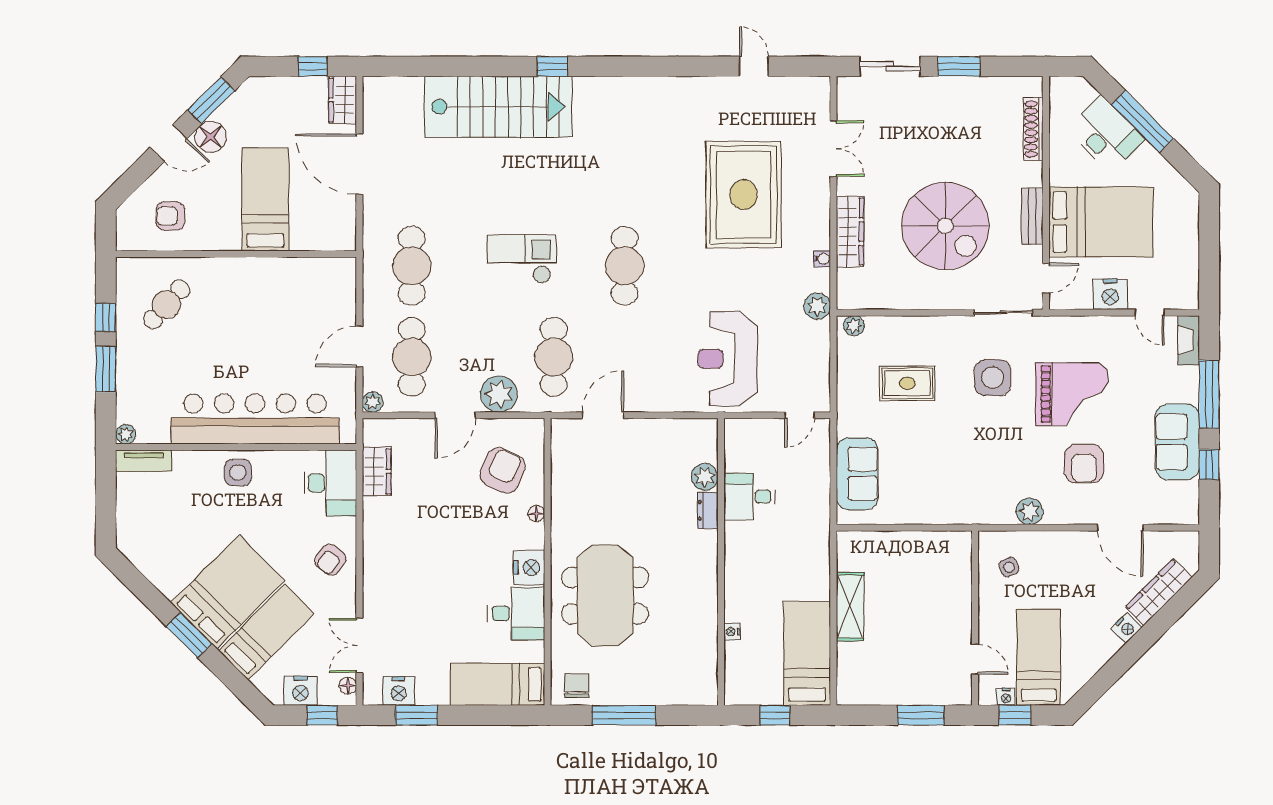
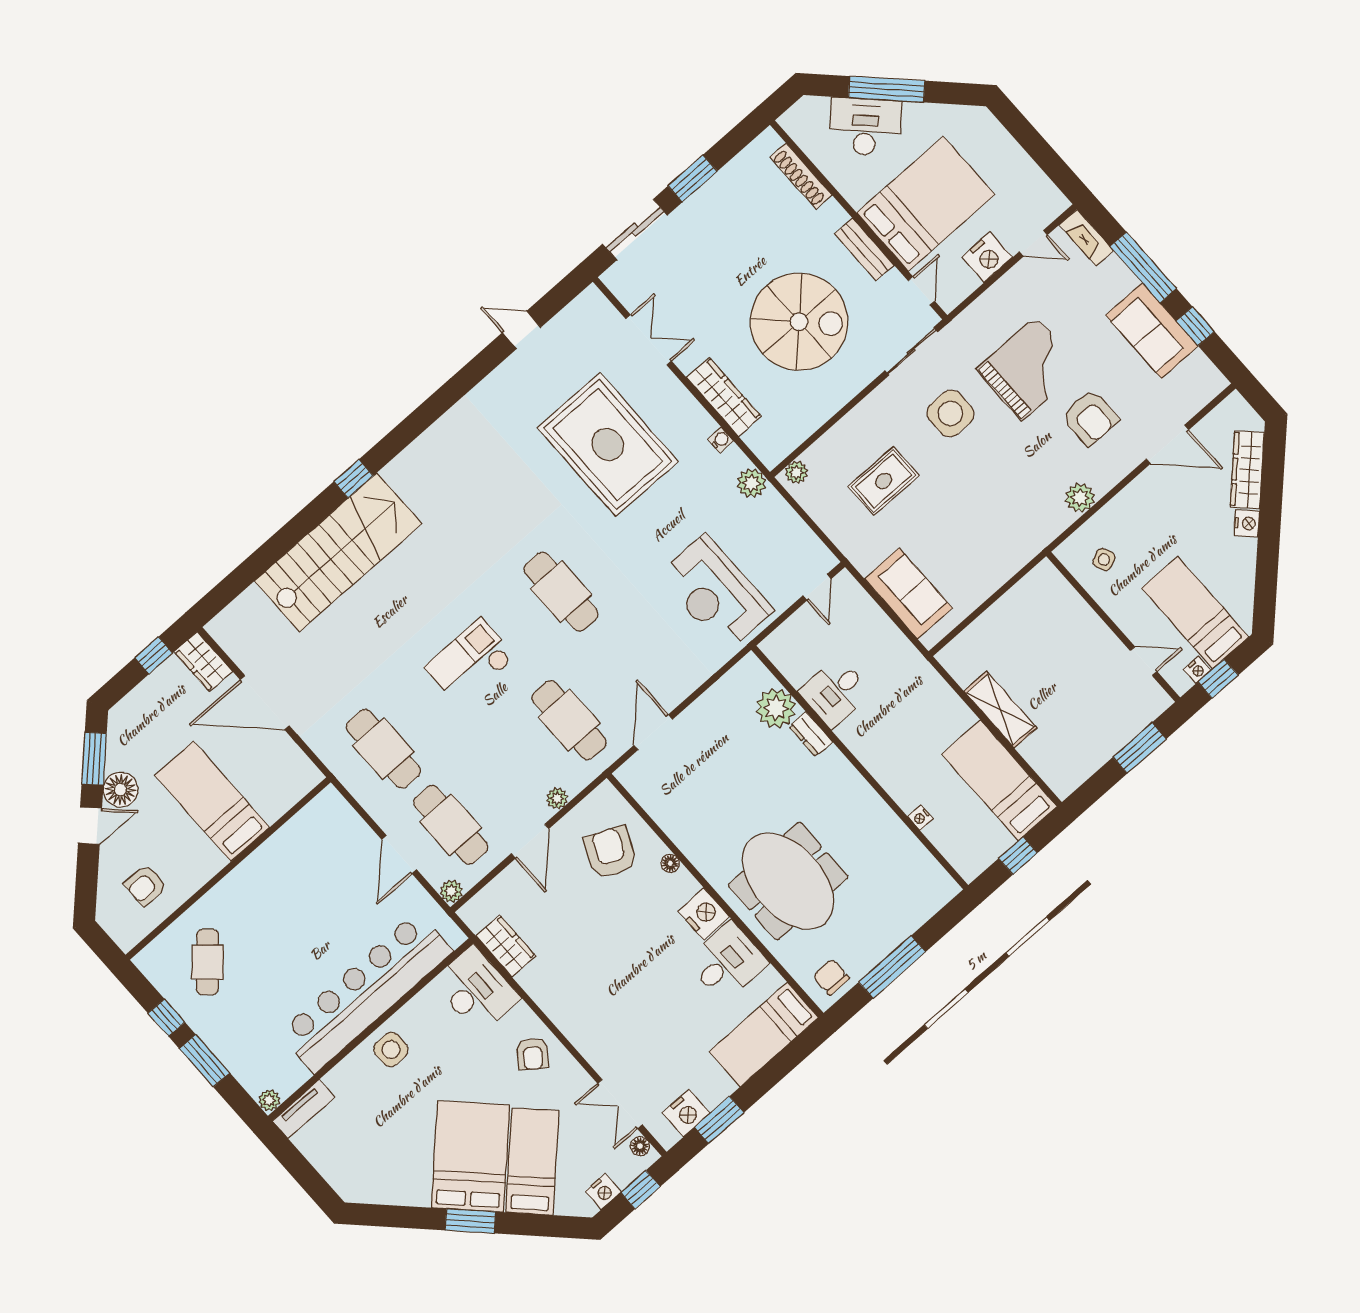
plant: (499, 394) -> (557, 799), width x0.53, depth x0.53
plant: (705, 477) -> (776, 708), width x1.36, depth x1.36
nightstand: (300, 691) -> (603, 1192), width x0.74, depth x0.75

